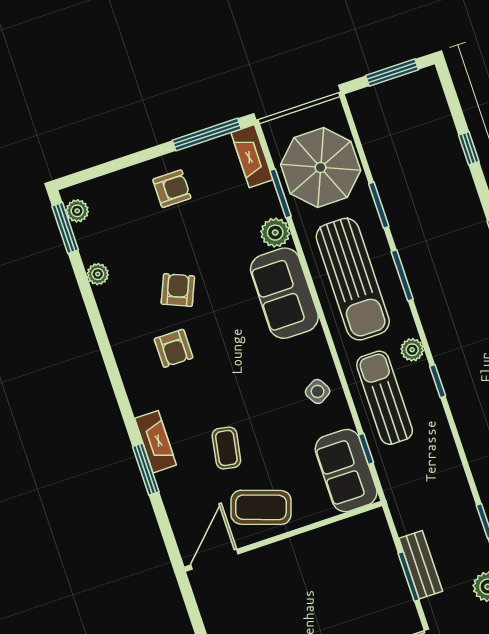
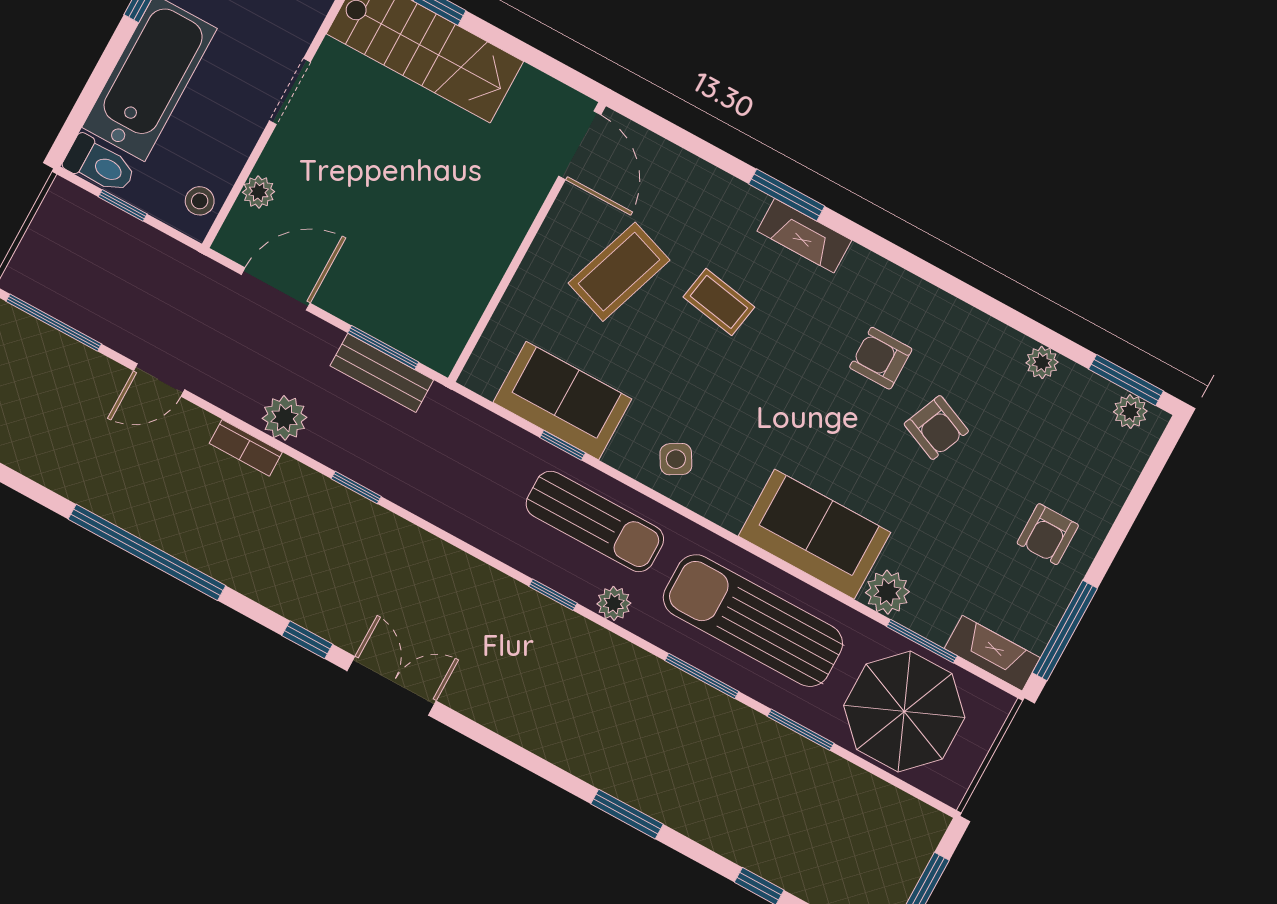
wall: (283, 536) -> (527, 242), moved
door: (214, 559) -> (580, 145), moved

